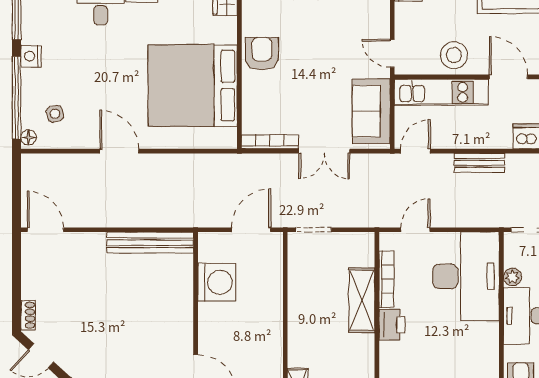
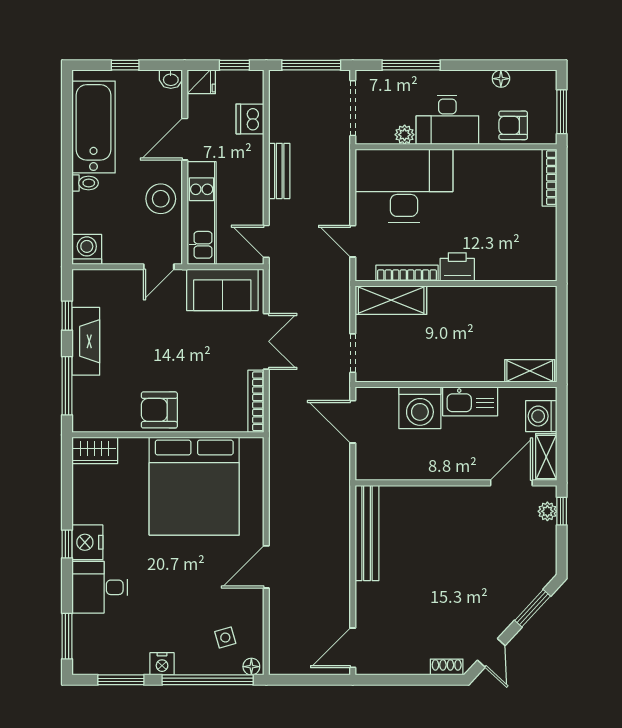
washing machine: (217, 282) -> (420, 408), moved, turned 180
shelving: (362, 300) -> (391, 300), moved
kitchen sink: (270, 337) -> (470, 401), added

